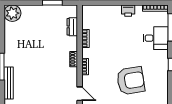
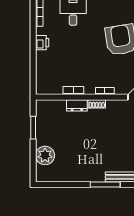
plant: (12, 13) -> (45, 155), moved
dresser: (72, 27) -> (77, 105), moved

